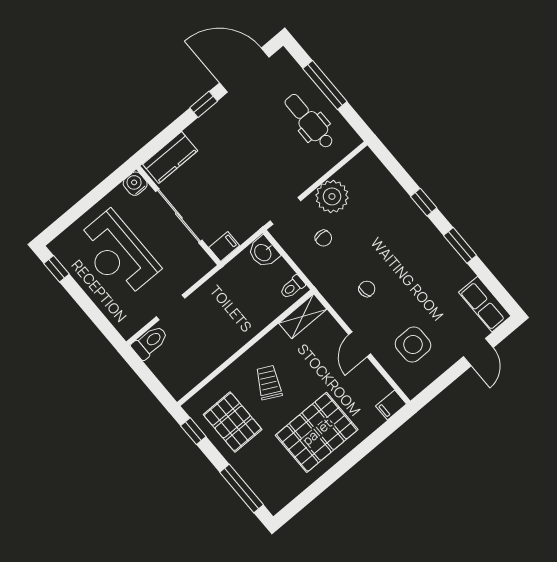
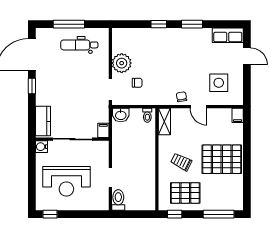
chair: (367, 289) -> (182, 97), moved
pallet: (317, 432) -> (222, 159), turned 90

